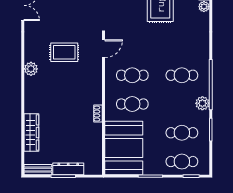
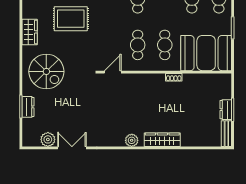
door: (103, 49) -> (113, 72), hinge flipped
rug: (64, 52) -> (116, 109), removed
wardrobe: (31, 132) -> (162, 140), moved
dresser: (68, 169) -> (226, 110), width x0.70

